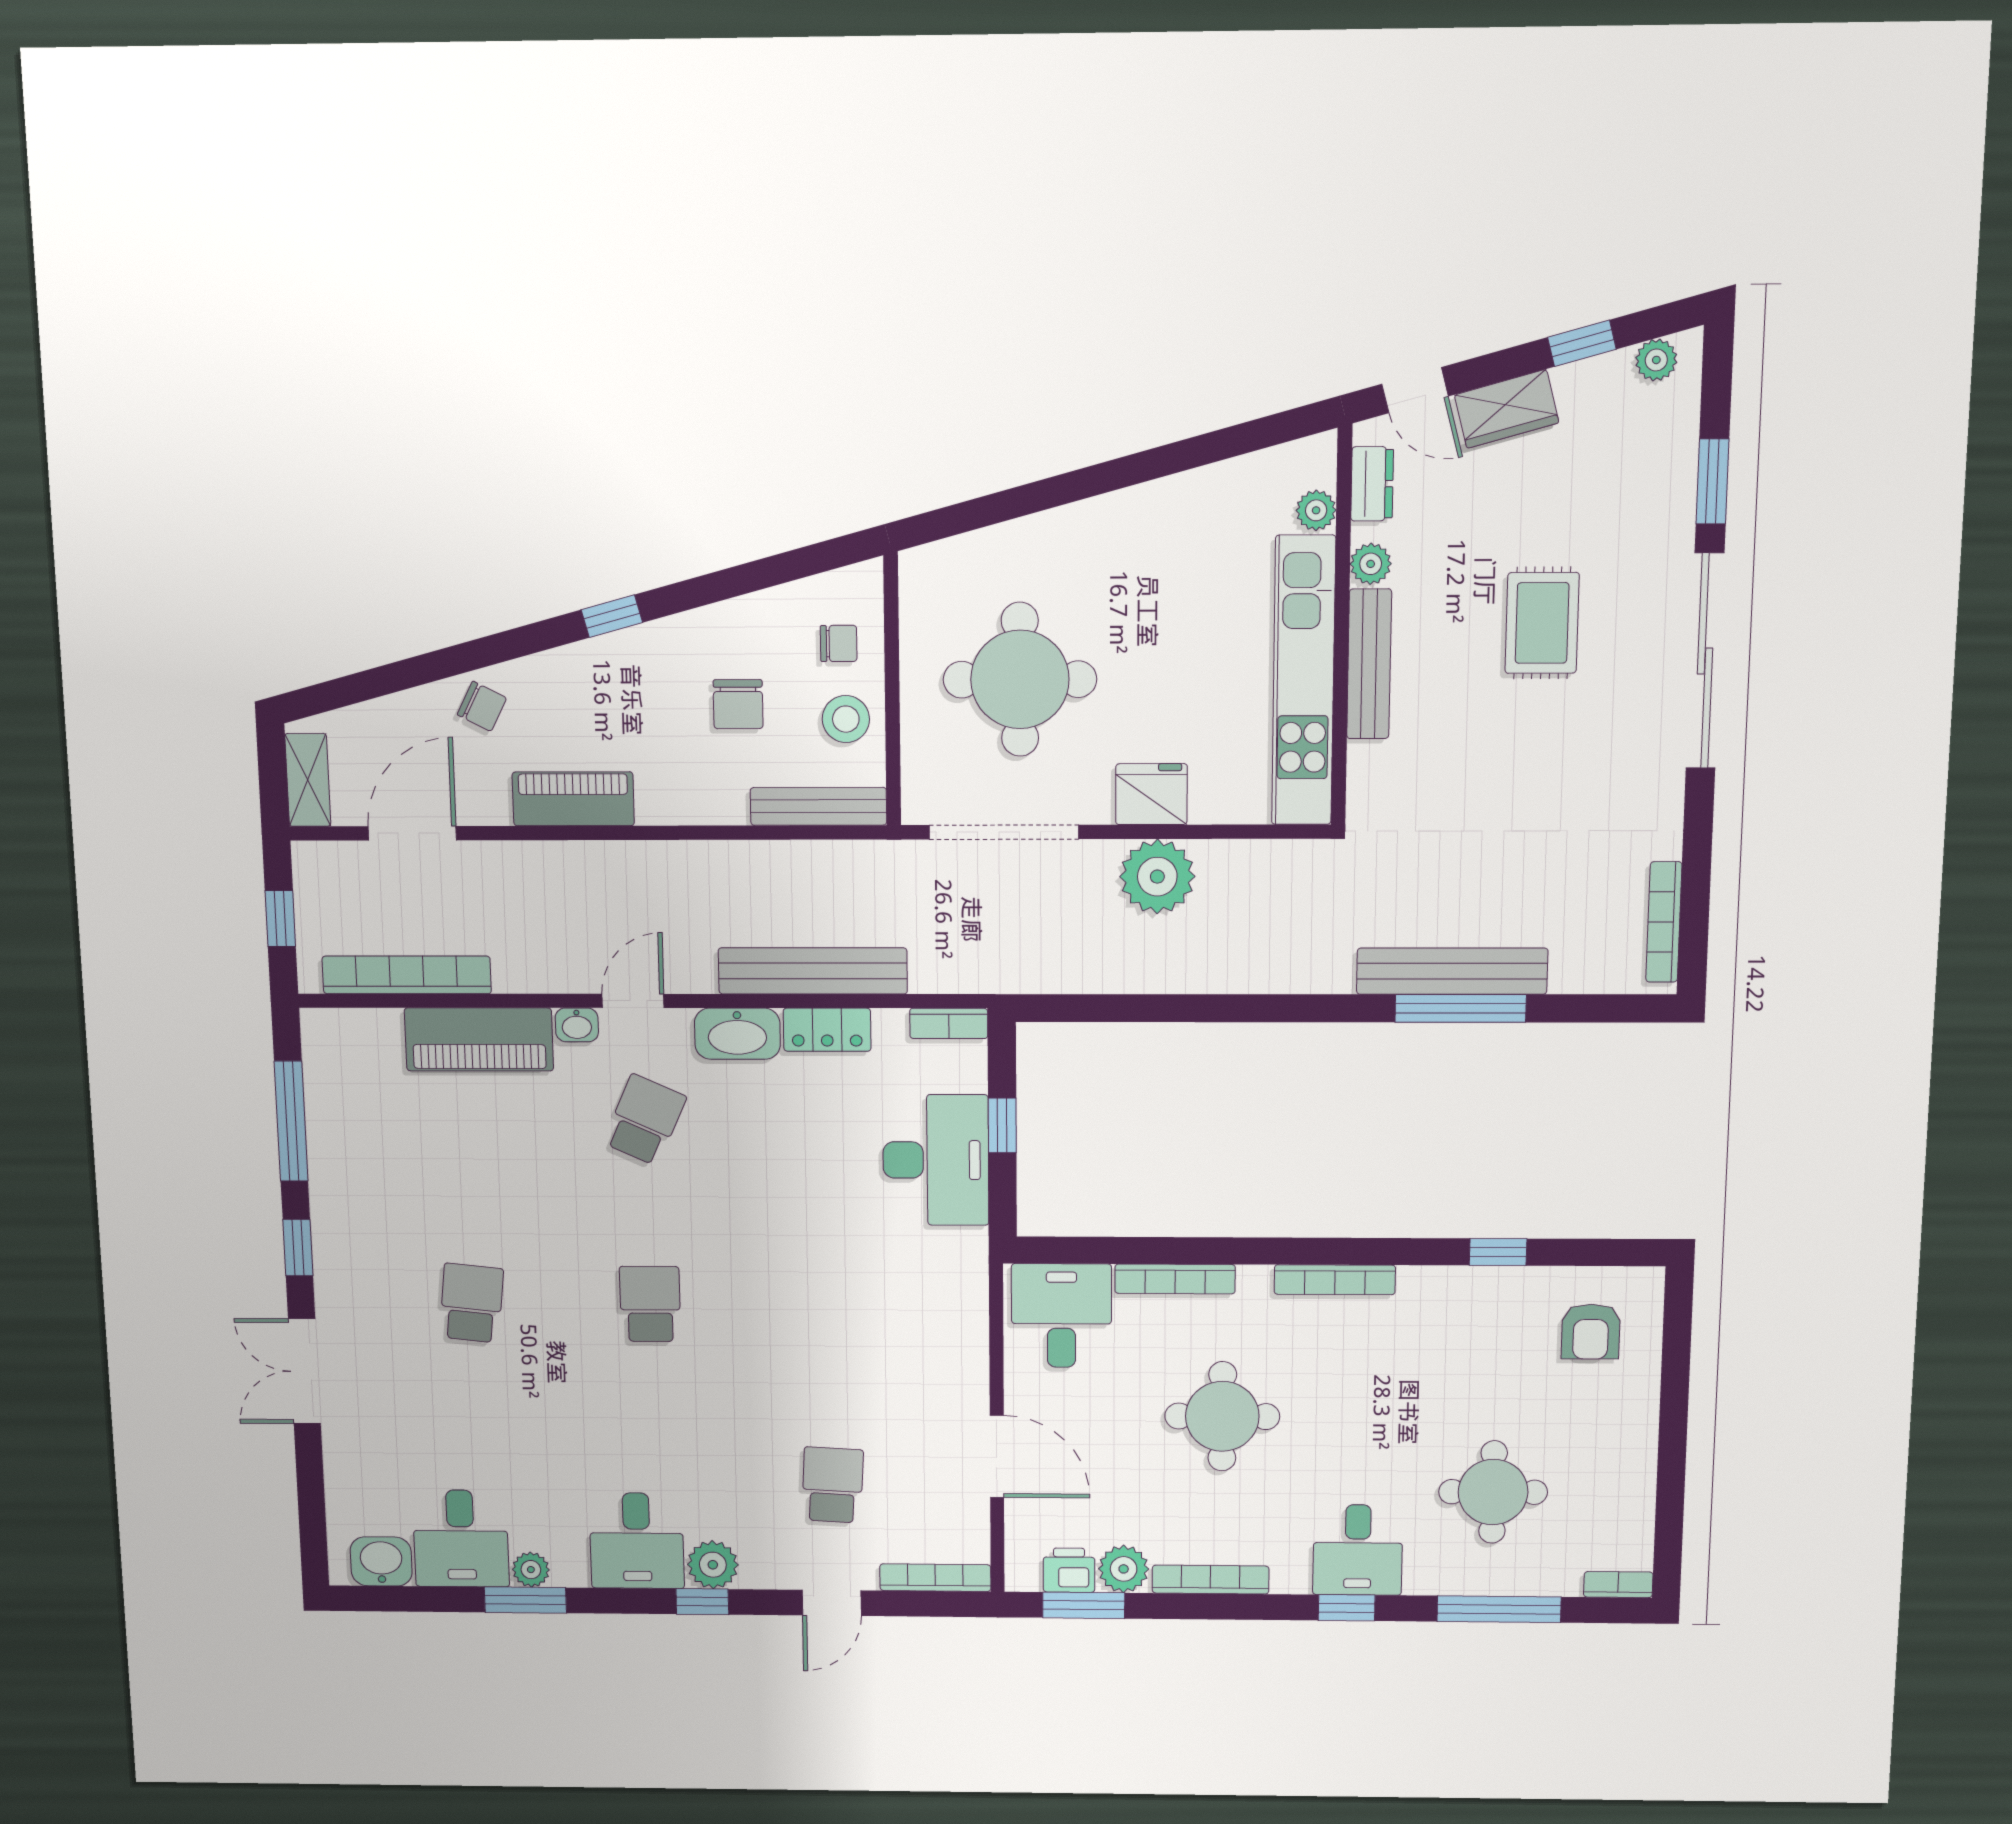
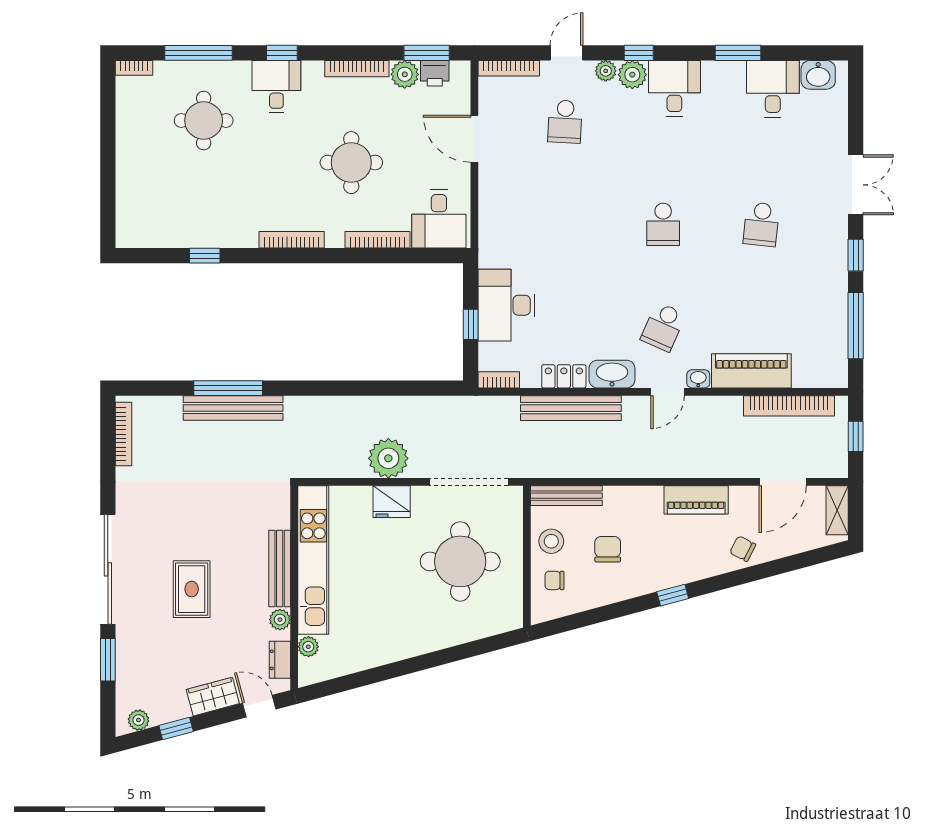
armchair: (1591, 1332) -> (154, 212), removed
plant: (531, 1570) -> (606, 71), moved

